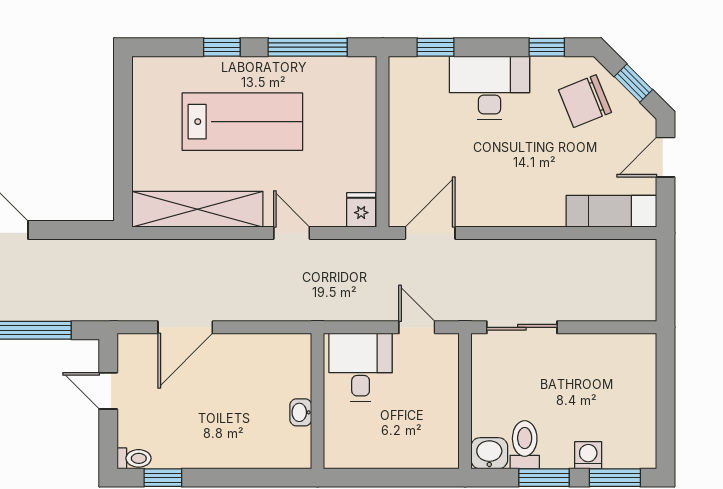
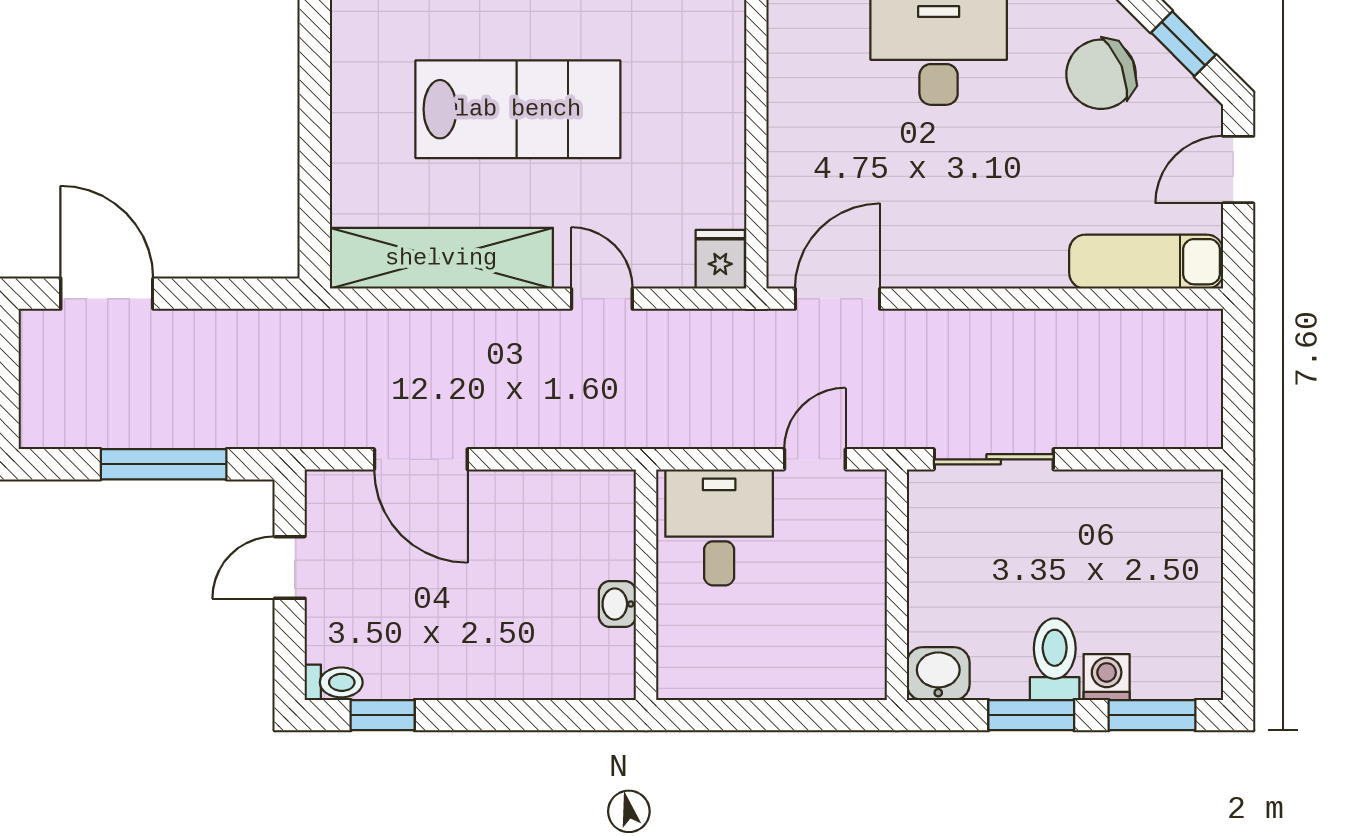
door: (185, 327) -> (421, 459), hinge flipped
door: (417, 327) -> (815, 459), hinge flipped
door: (108, 391) -> (290, 567), hinge flipped
toilet: (525, 445) -> (1055, 659), moved

